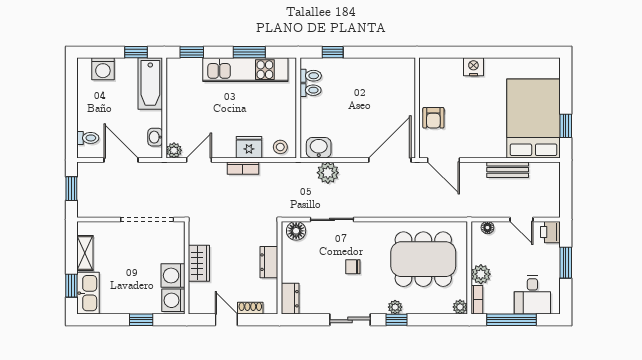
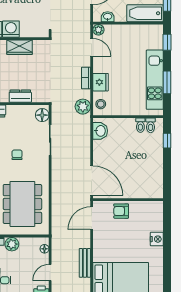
plant: (328, 173) -> (83, 107), moved

